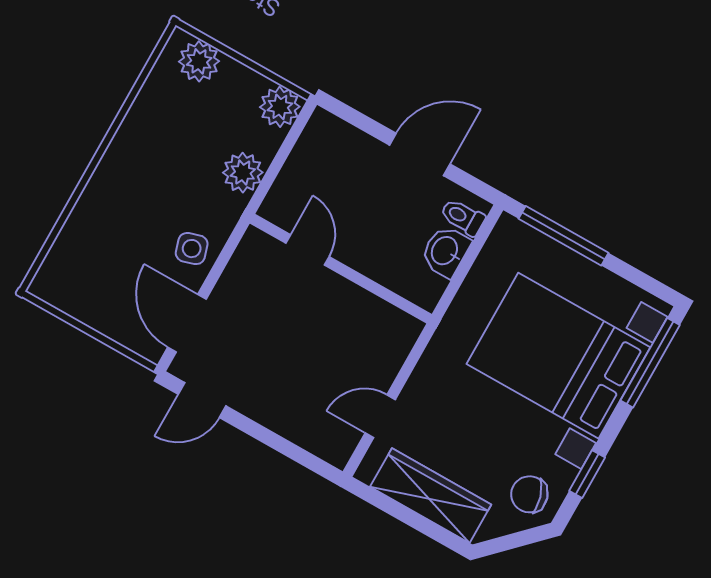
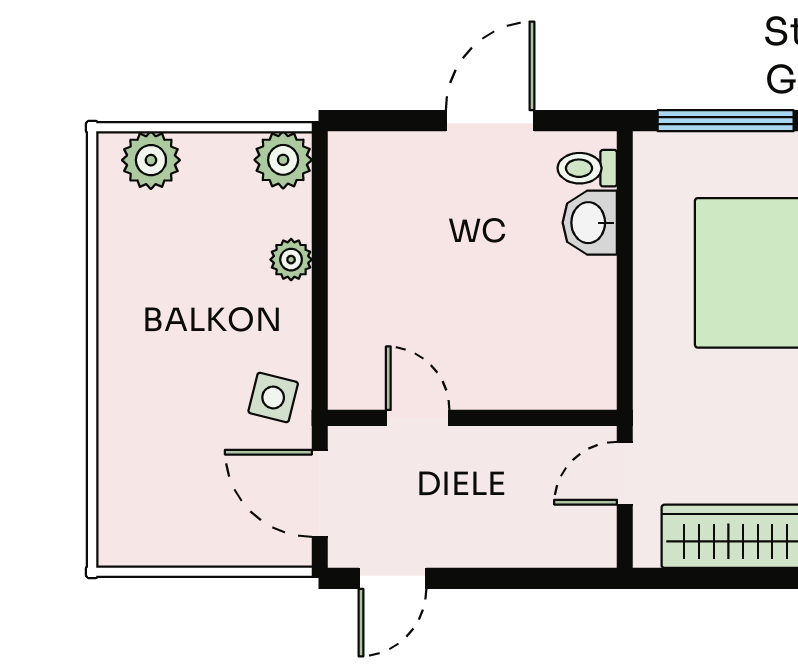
plant: (243, 173) -> (291, 260), width x0.73, depth x0.73
side table: (192, 249) -> (273, 397), turned 31
door: (307, 250) -> (418, 418), moved
wall: (341, 269) -> (472, 418), moved

